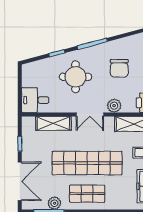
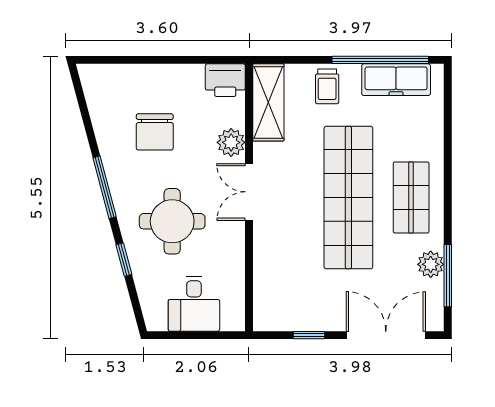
chair: (119, 68) -> (155, 132), turned 90
desk: (35, 100) -> (194, 304), moved
double door: (90, 114) -> (249, 192), swing flipped
shelving: (53, 123) -> (267, 267), removed

